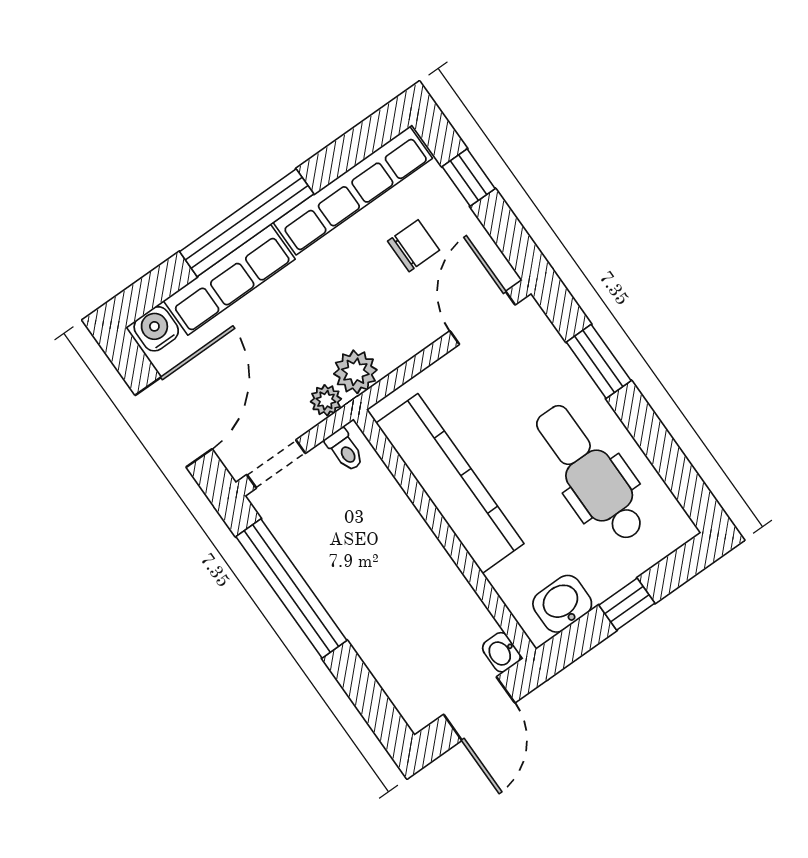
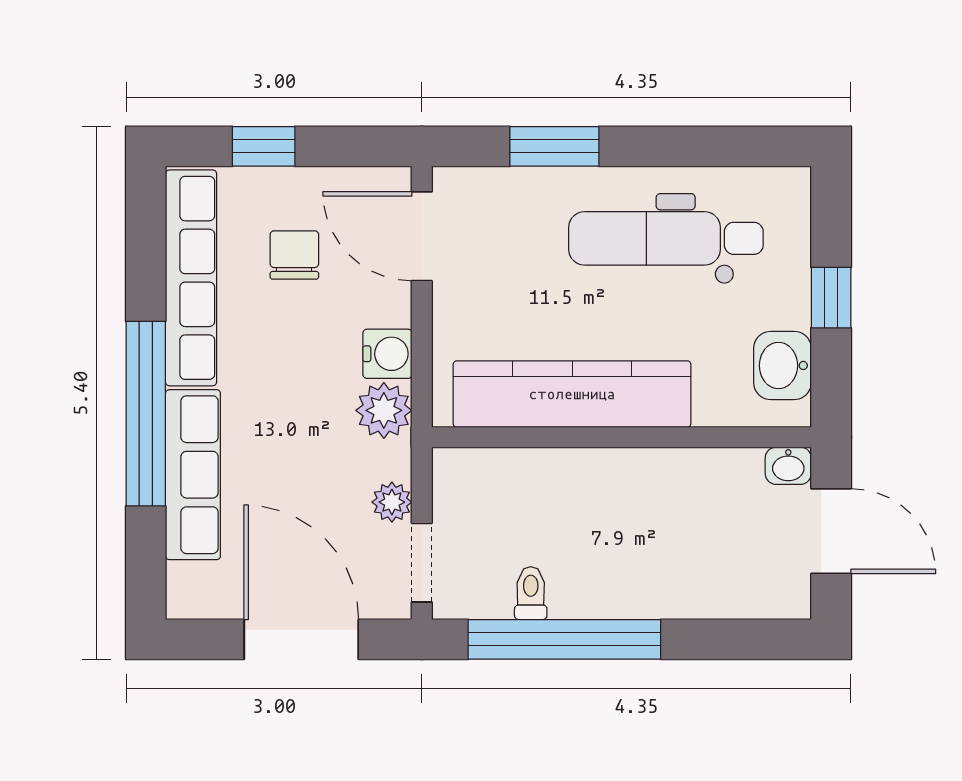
water cooler: (156, 329) -> (387, 354), moved, turned 180
plant: (326, 400) -> (392, 502), moved
toilet: (345, 450) -> (531, 593), moved, turned -90

